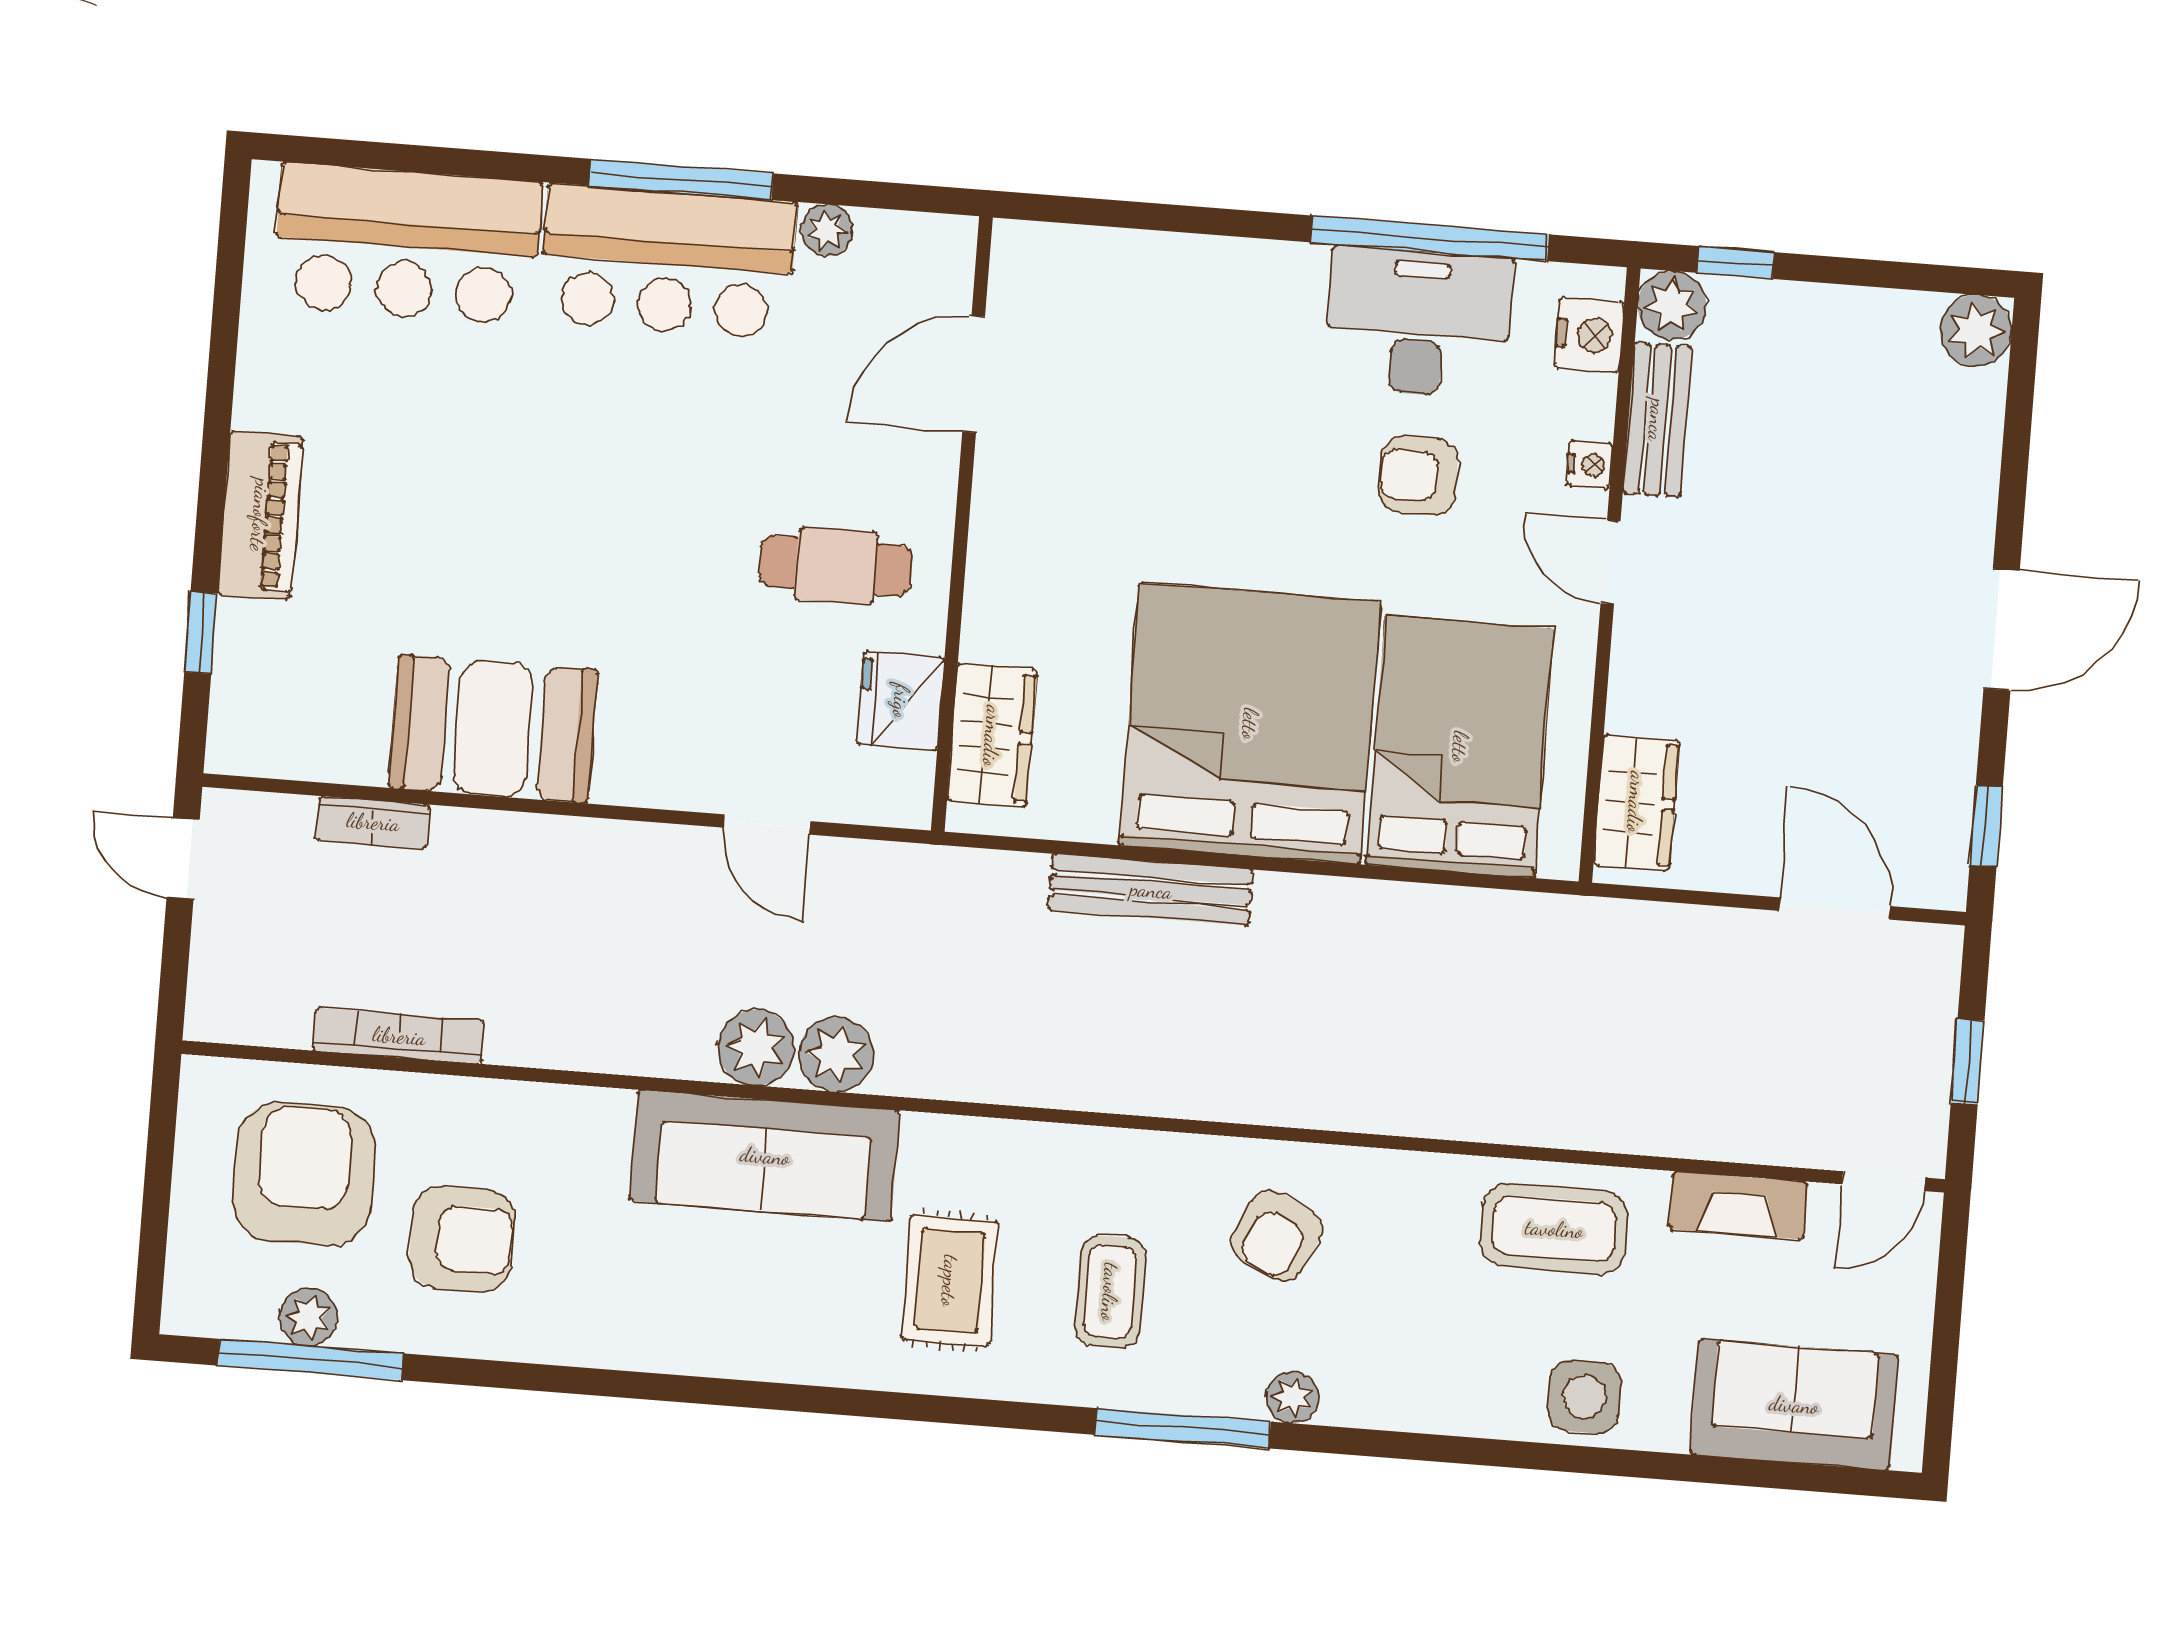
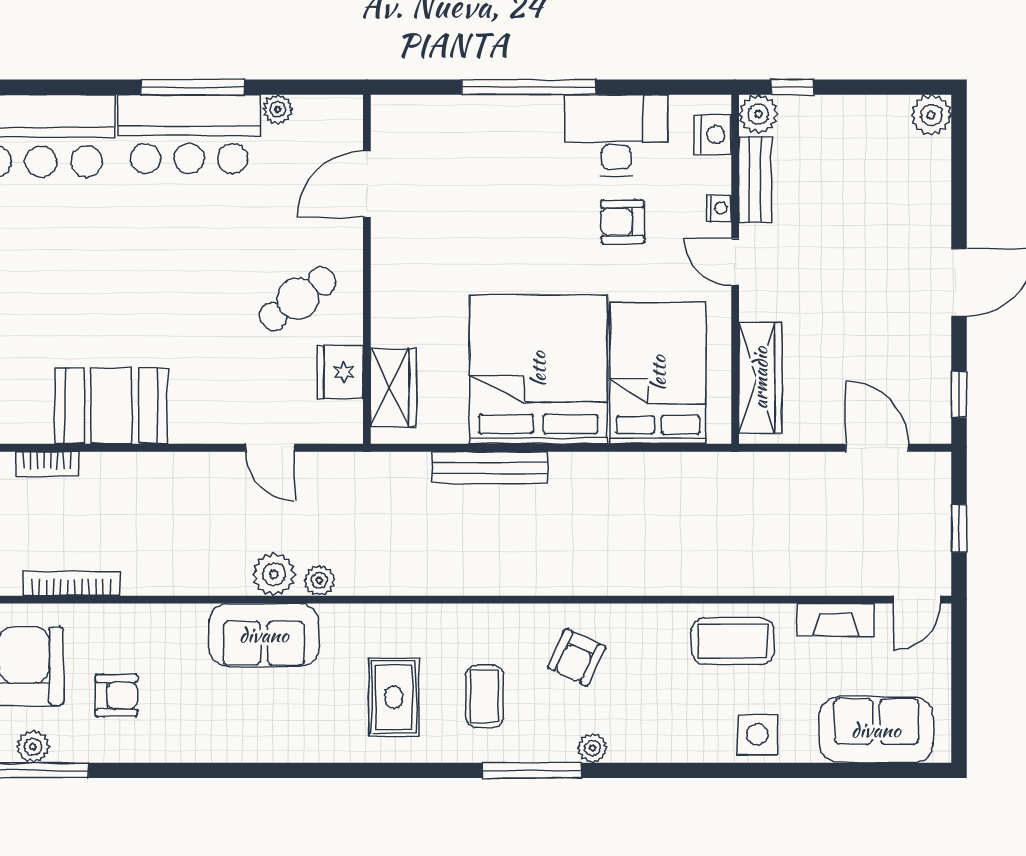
window: (1430, 238) -> (529, 87), moved
cafe table: (836, 566) -> (297, 299), turned -36
wardrobe: (1636, 802) -> (760, 378), width x1.50
plant: (836, 1055) -> (319, 580), width x0.73, depth x0.73
sofa: (765, 1156) -> (264, 635), width x0.73
armchair: (462, 1239) -> (116, 696), width x0.72, depth x0.72

